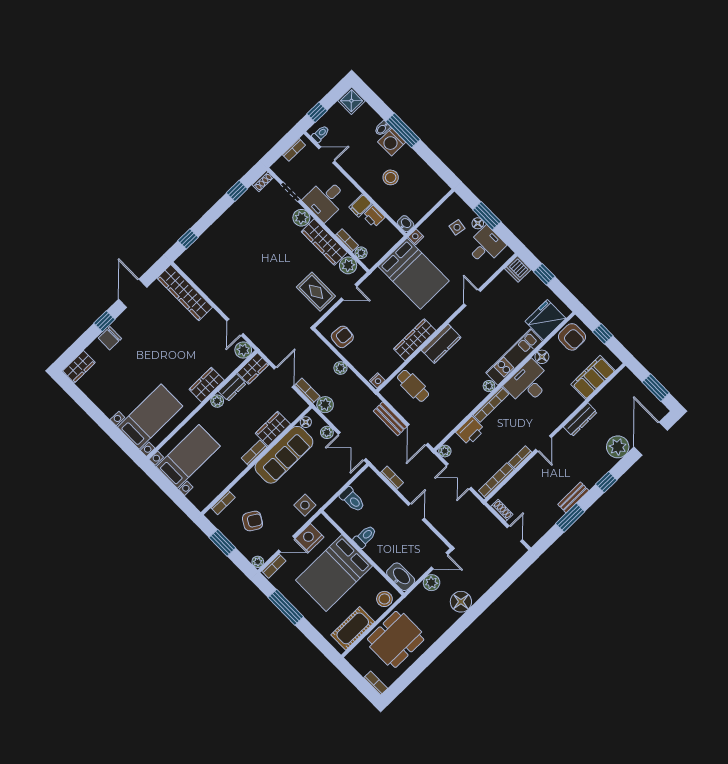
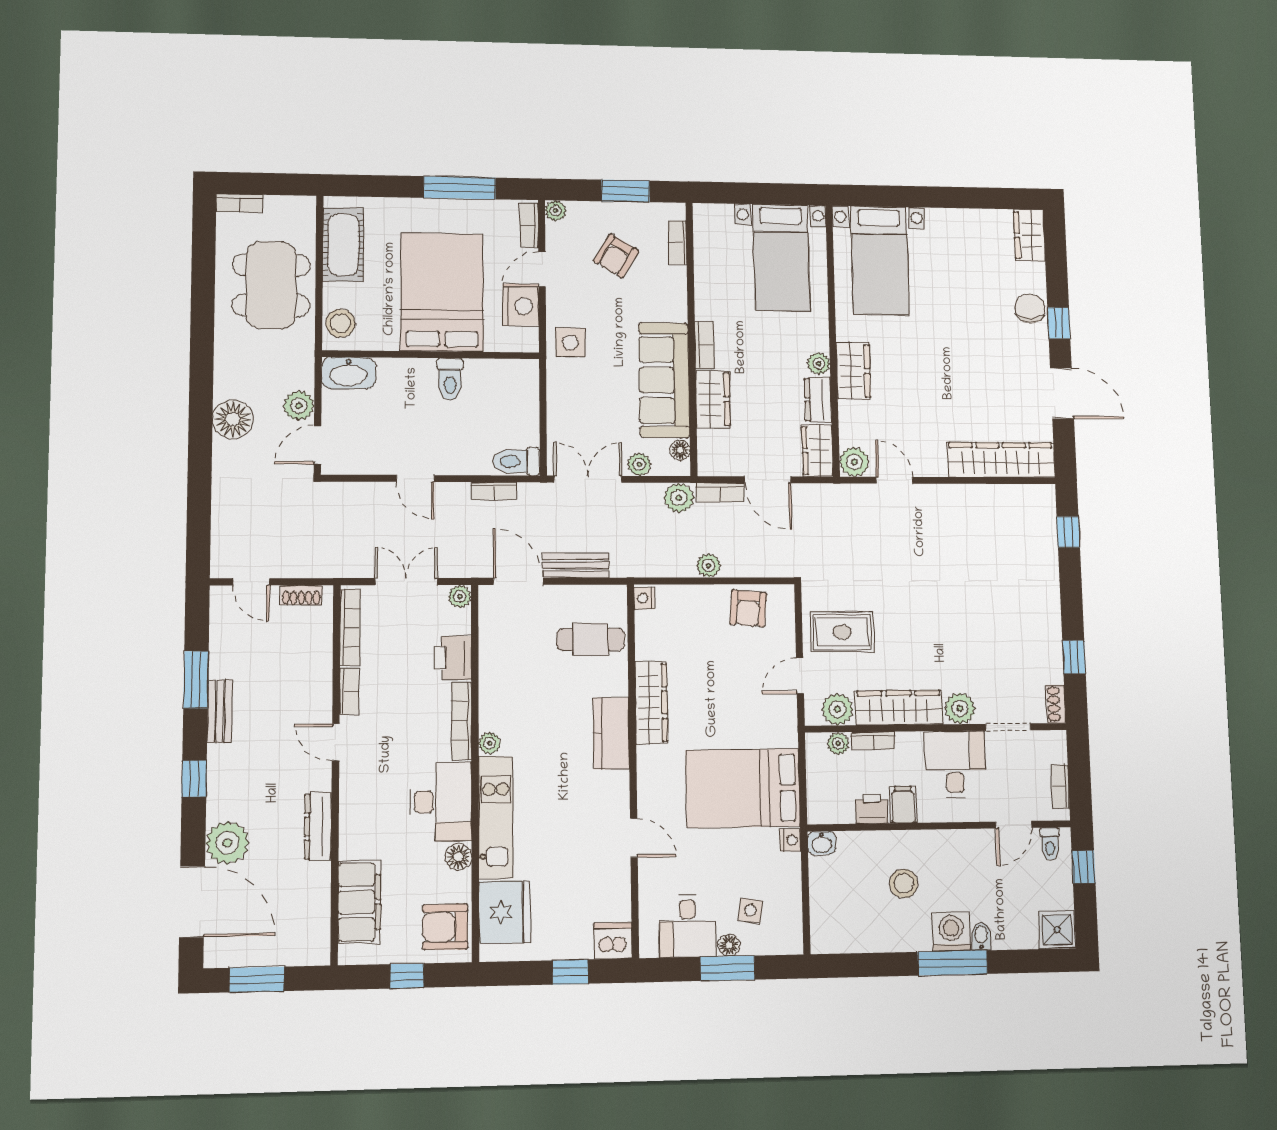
toilet: (352, 500) -> (516, 461), moved

